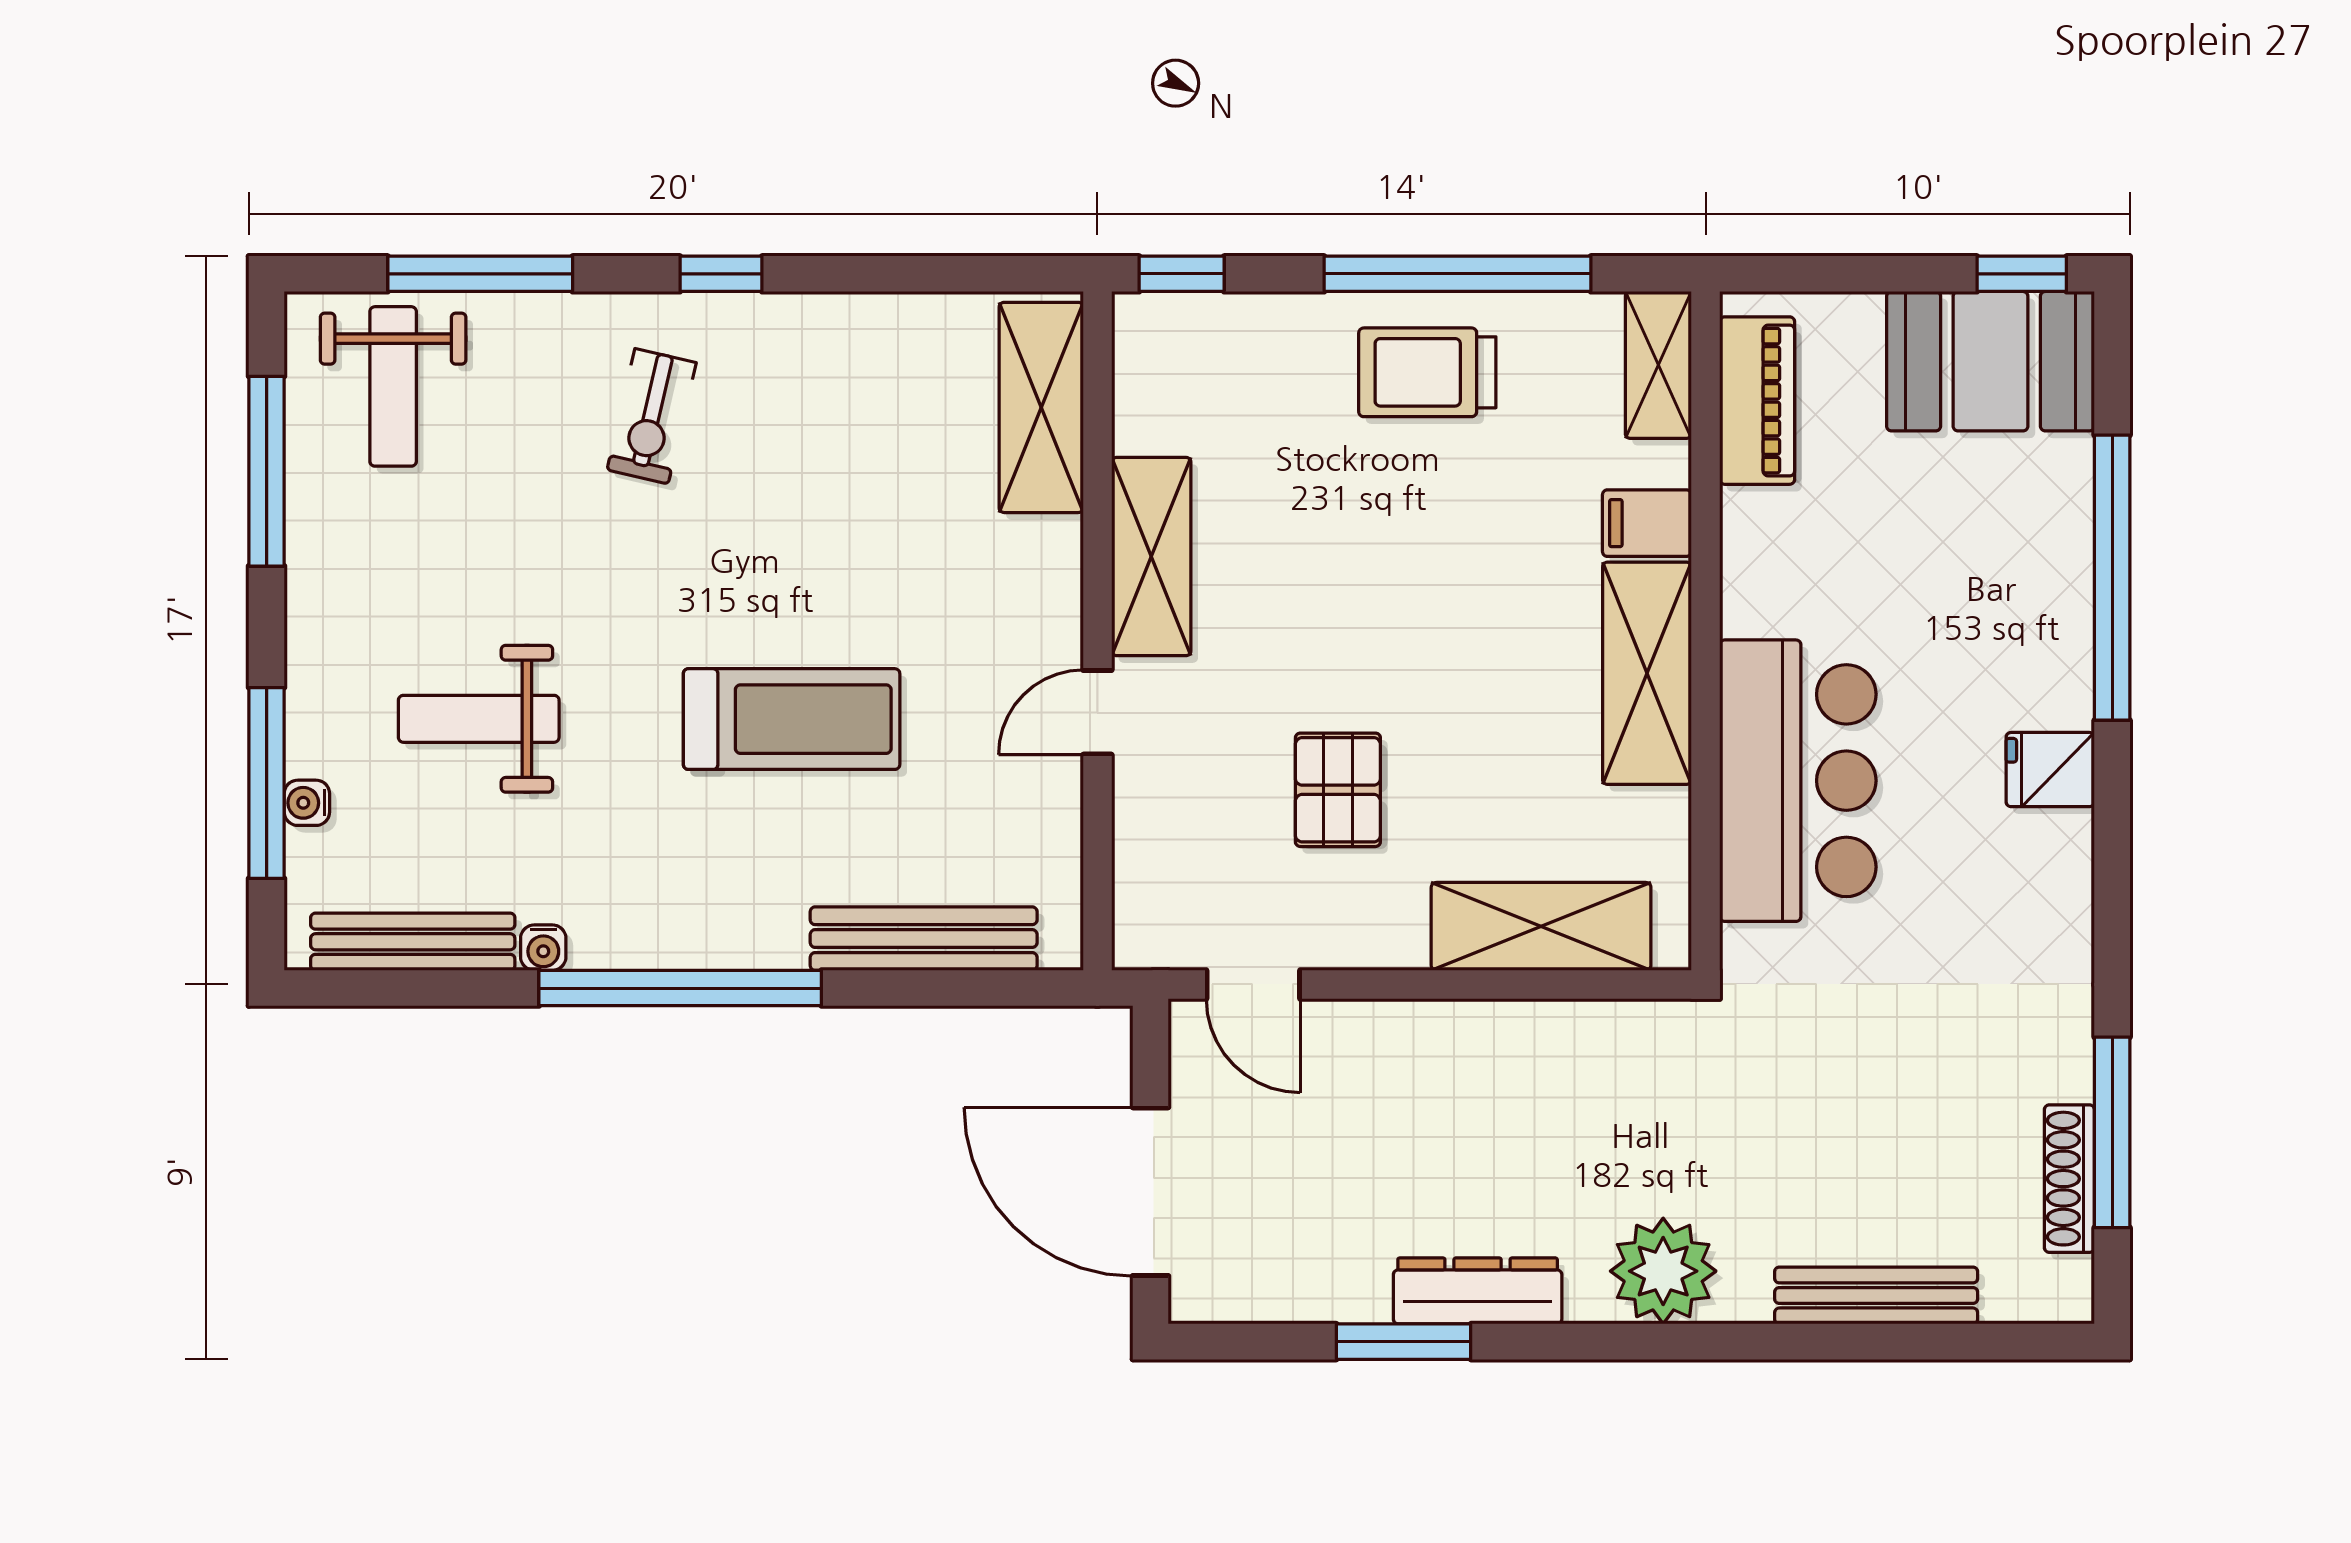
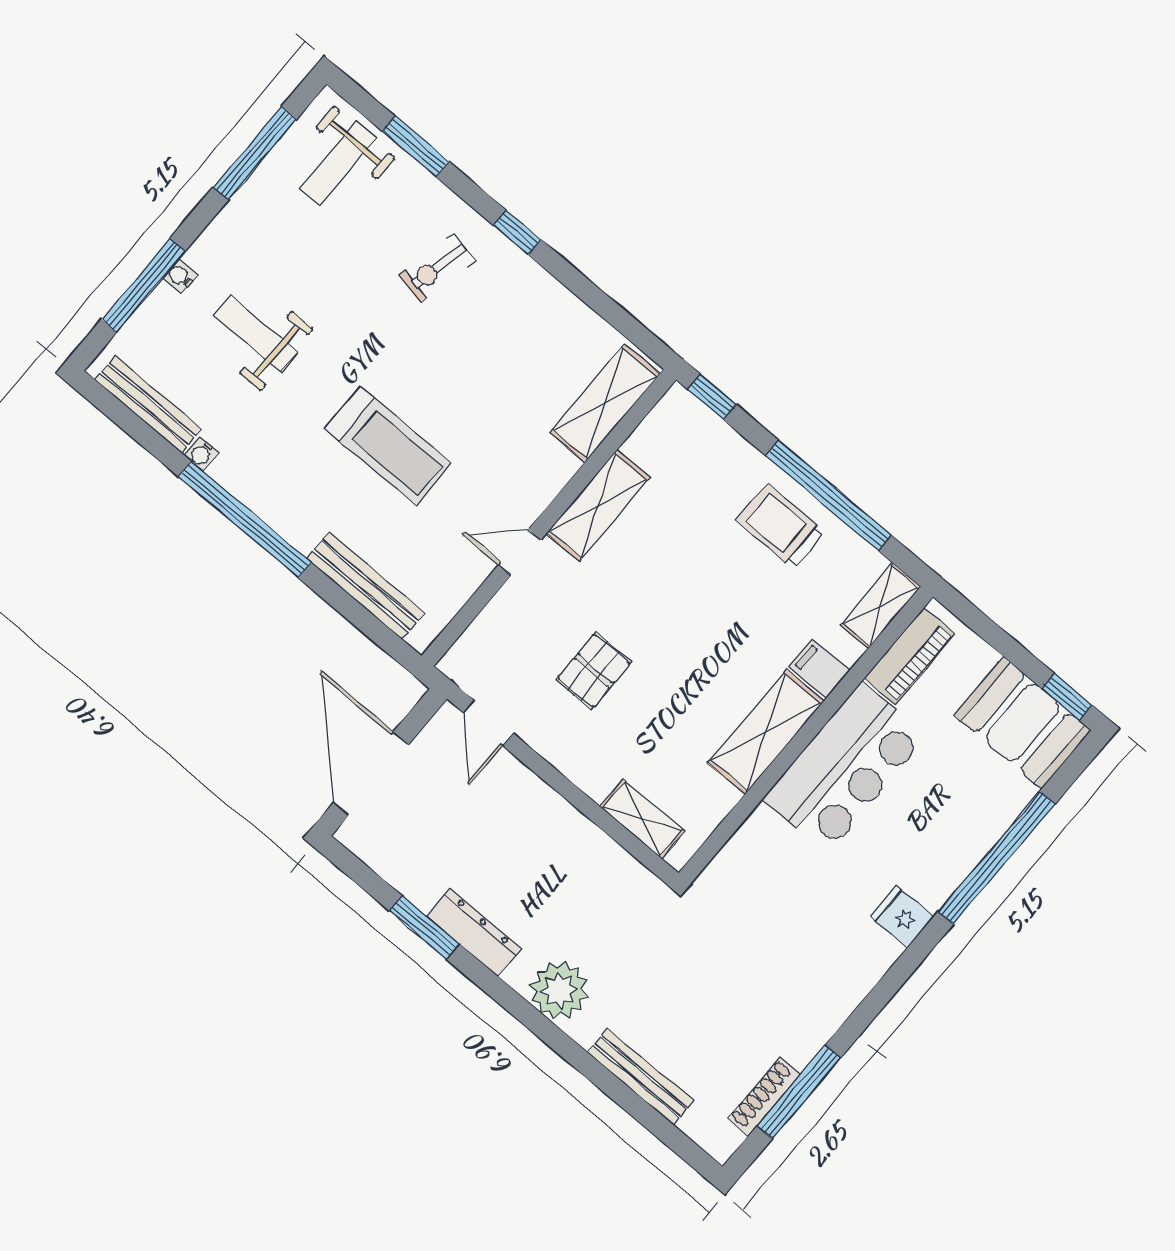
window: (480, 274) -> (415, 146), width x0.69
bar counter: (1798, 781) -> (845, 768), moved
water cooler: (307, 803) -> (180, 276), moved
shelving: (1541, 926) -> (642, 819), width x0.67, depth x0.75

